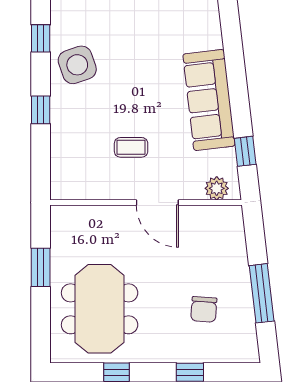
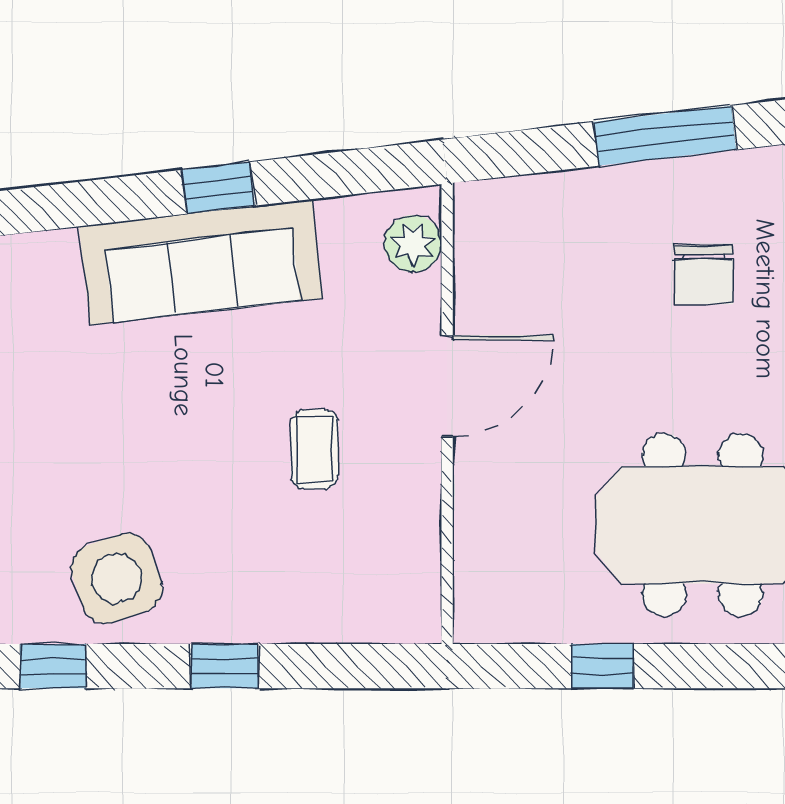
window: (245, 151) -> (218, 188), moved
window: (41, 267) -> (603, 666), width x0.67
chair: (204, 309) -> (703, 275), turned 86

